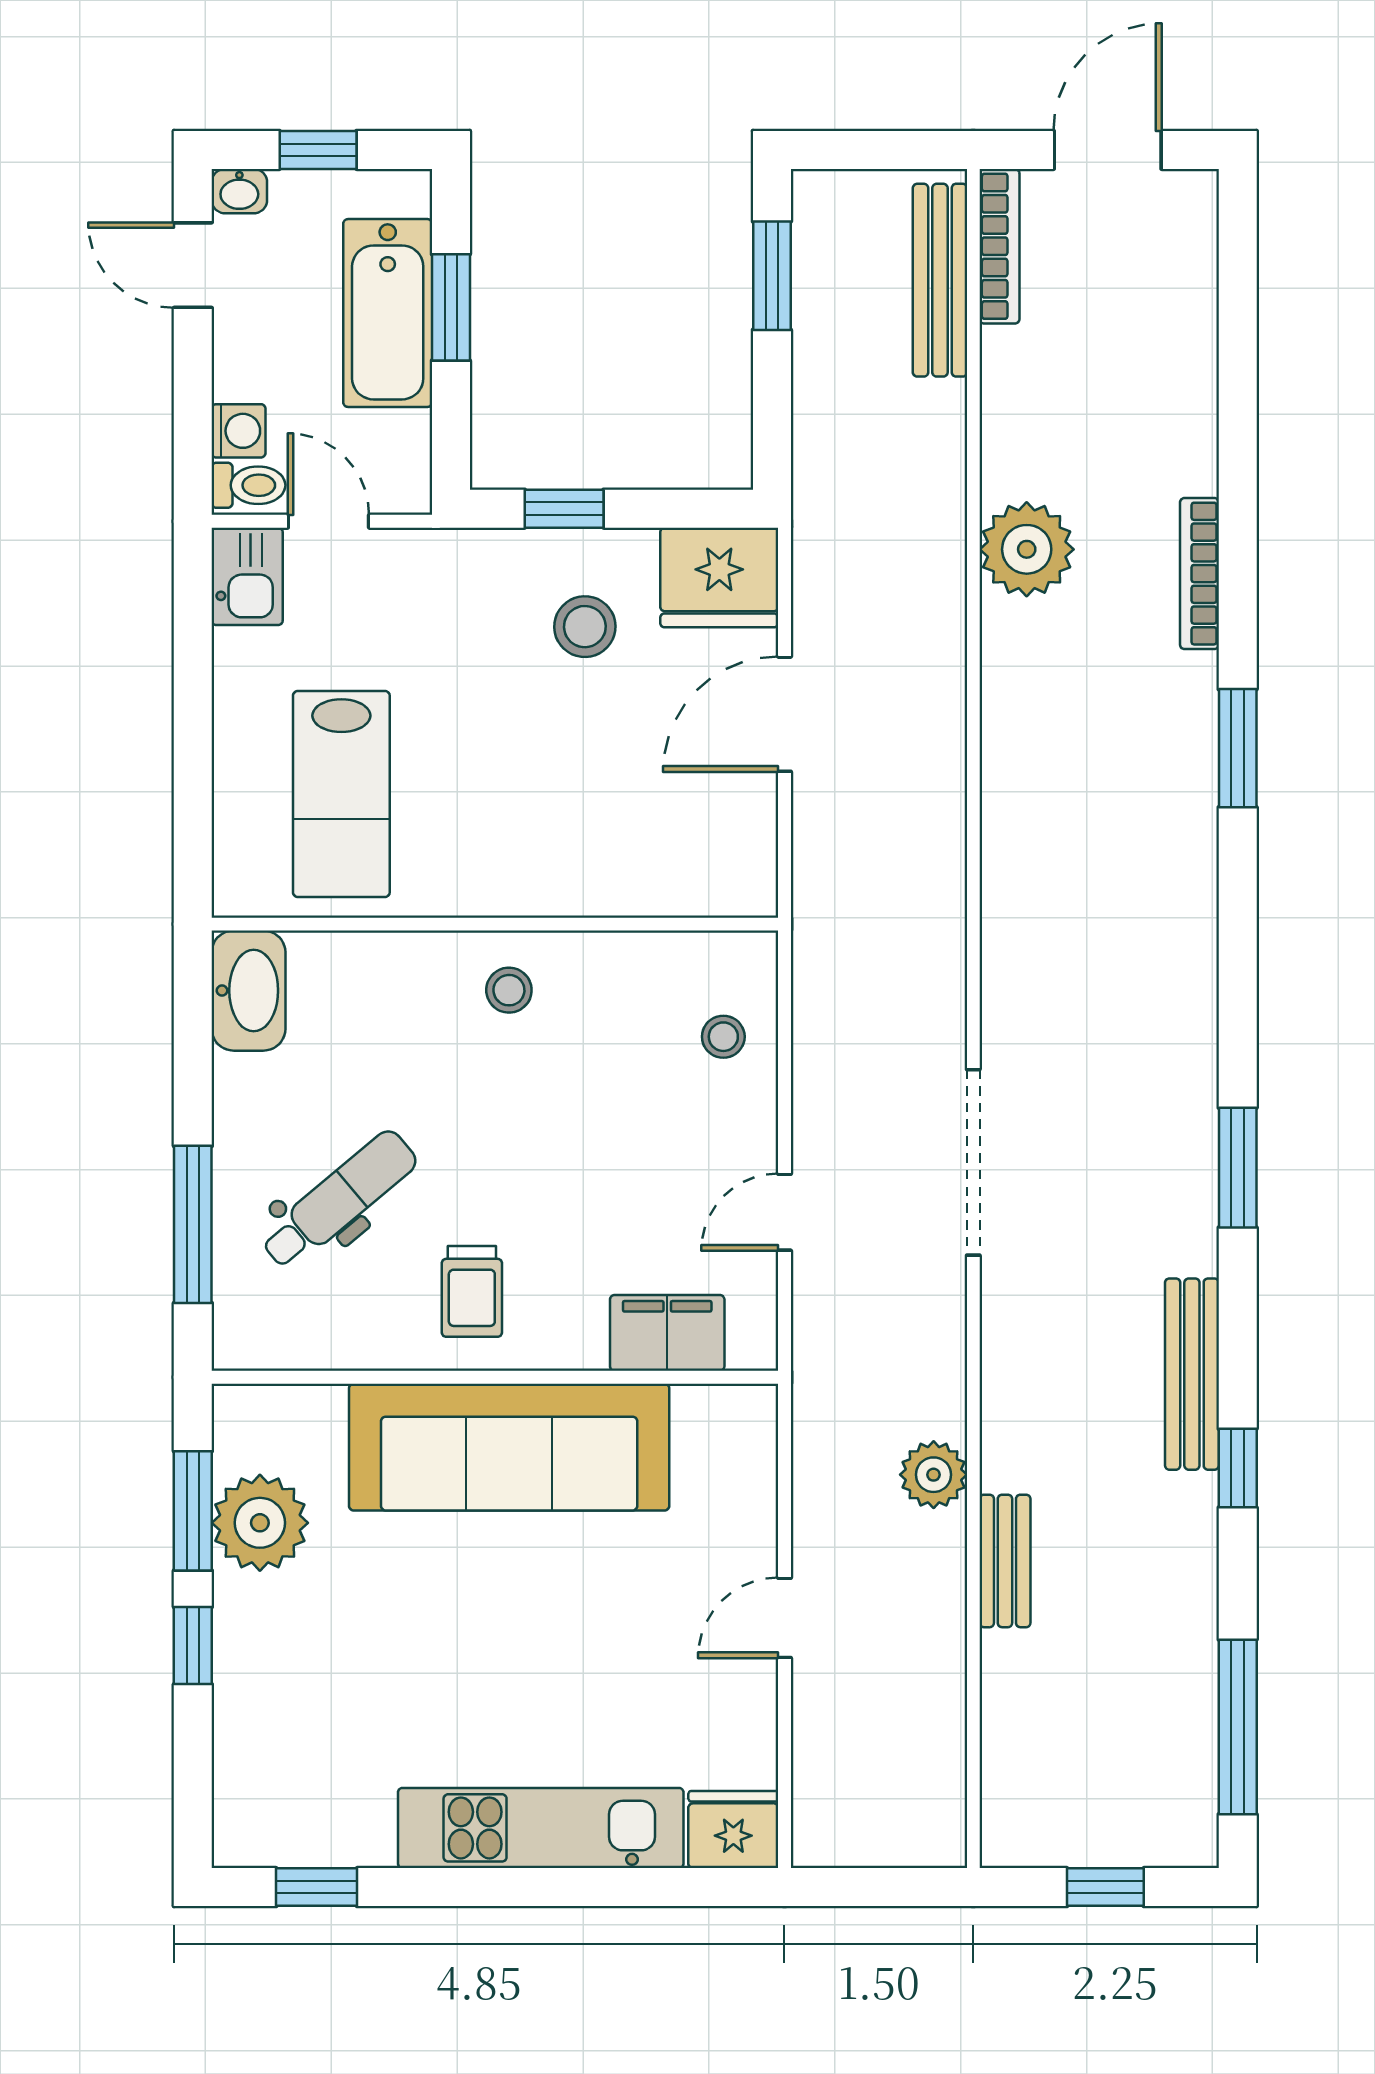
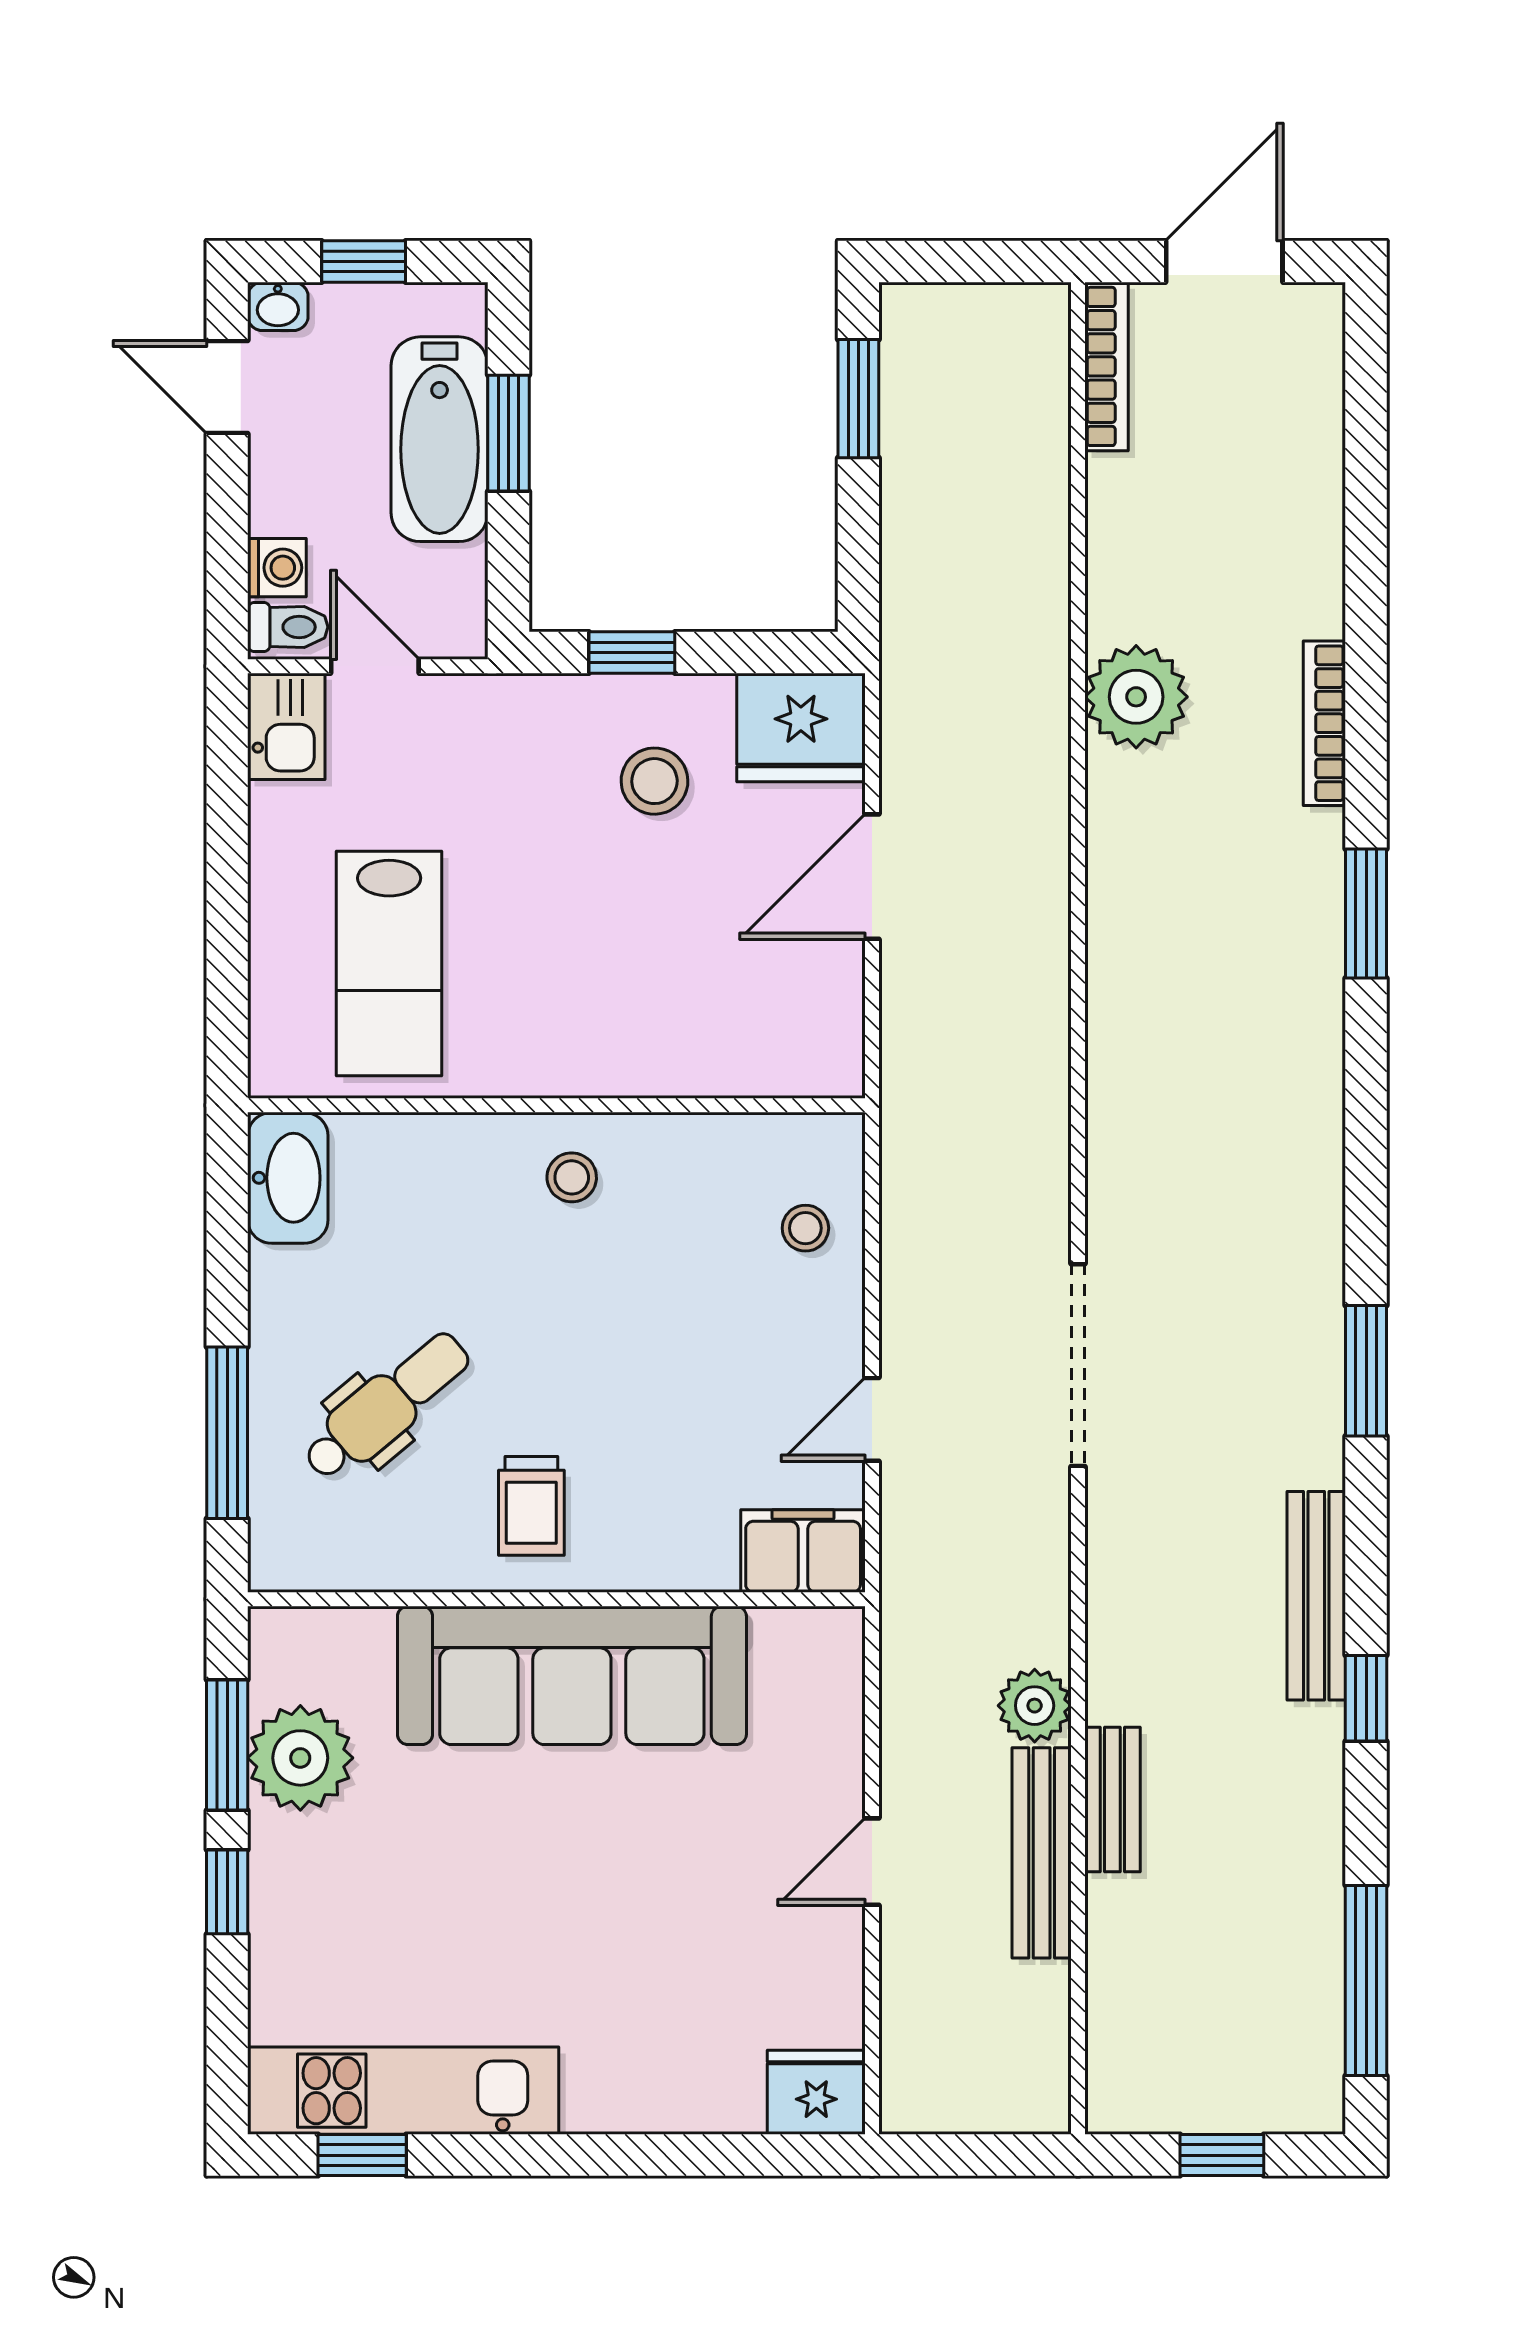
bench: (940, 280) -> (1042, 1853), moved
filing cabinet: (667, 1333) -> (803, 1551), moved
kitchen unit: (541, 1828) -> (403, 2091), moved

